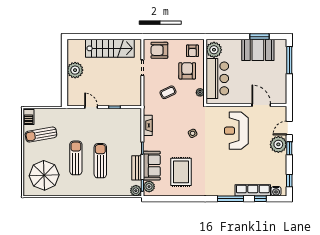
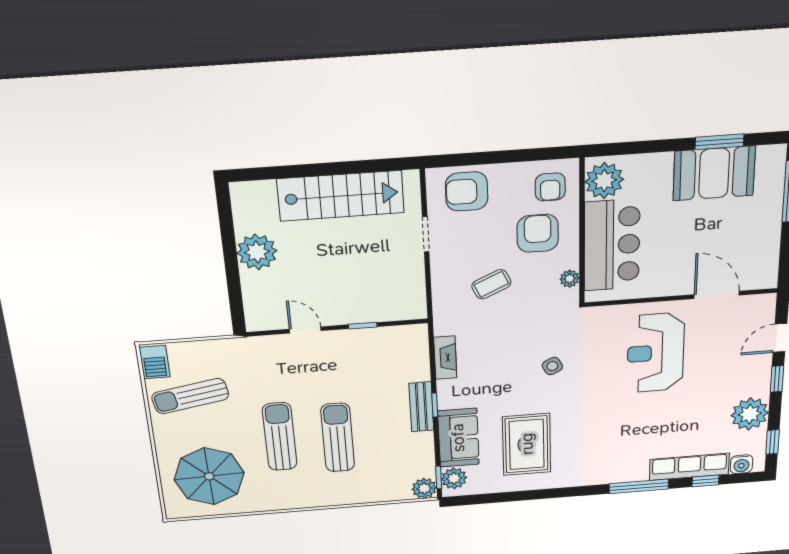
plant: (278, 144) -> (750, 414), moved
bench: (137, 168) -> (421, 407), moved

